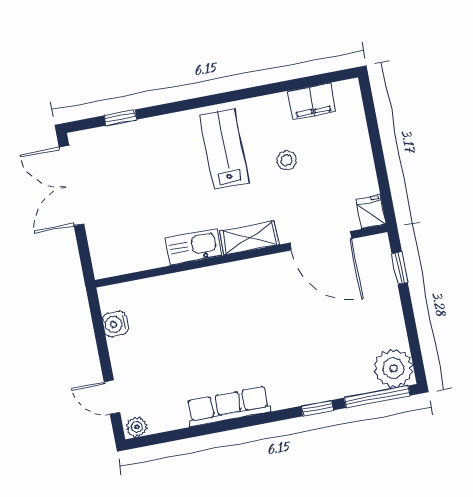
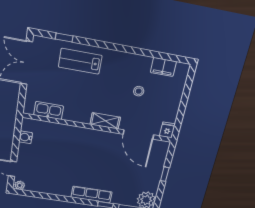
lab bench: (224, 149) -> (80, 61), moved, turned -90
kitchen sink: (193, 247) -> (49, 111), moved
window: (400, 268) -> (165, 174), moved
row of seats: (228, 406) -> (92, 195), moved

